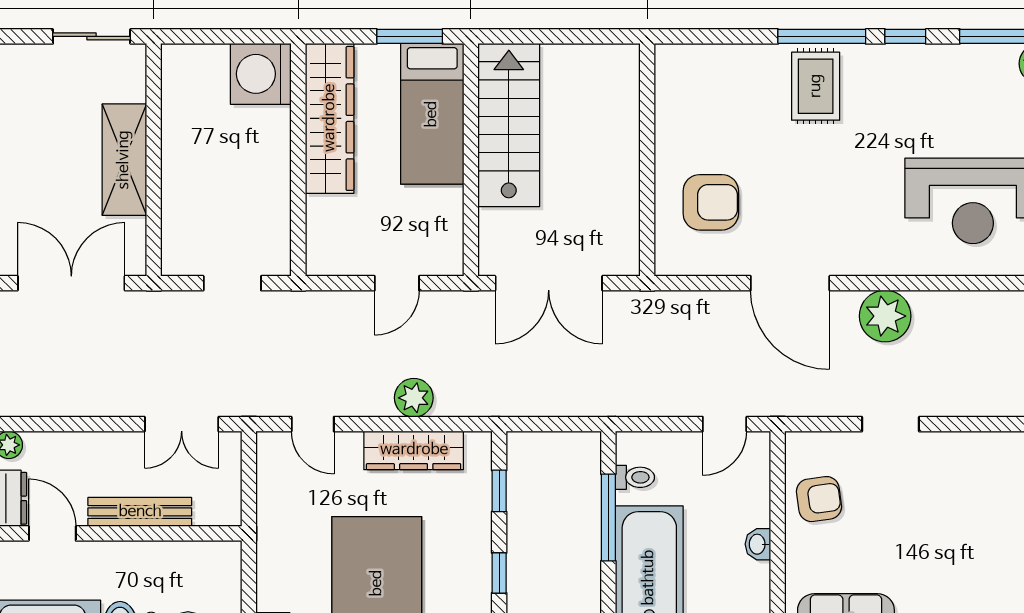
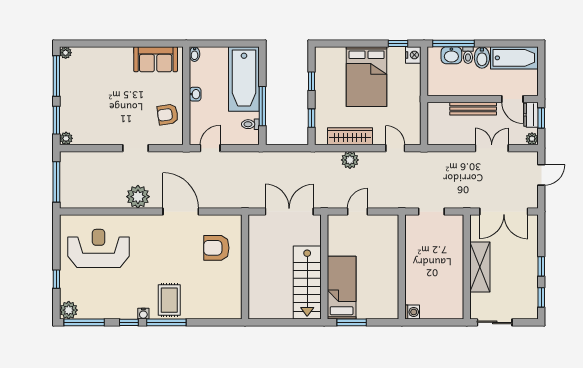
water cooler: (873, 56) -> (143, 314), added
washing machine: (261, 74) -> (412, 312), width x0.53, depth x0.53
wardrobe: (330, 118) -> (388, 286), removed
double door: (182, 424) -> (492, 148), moved

